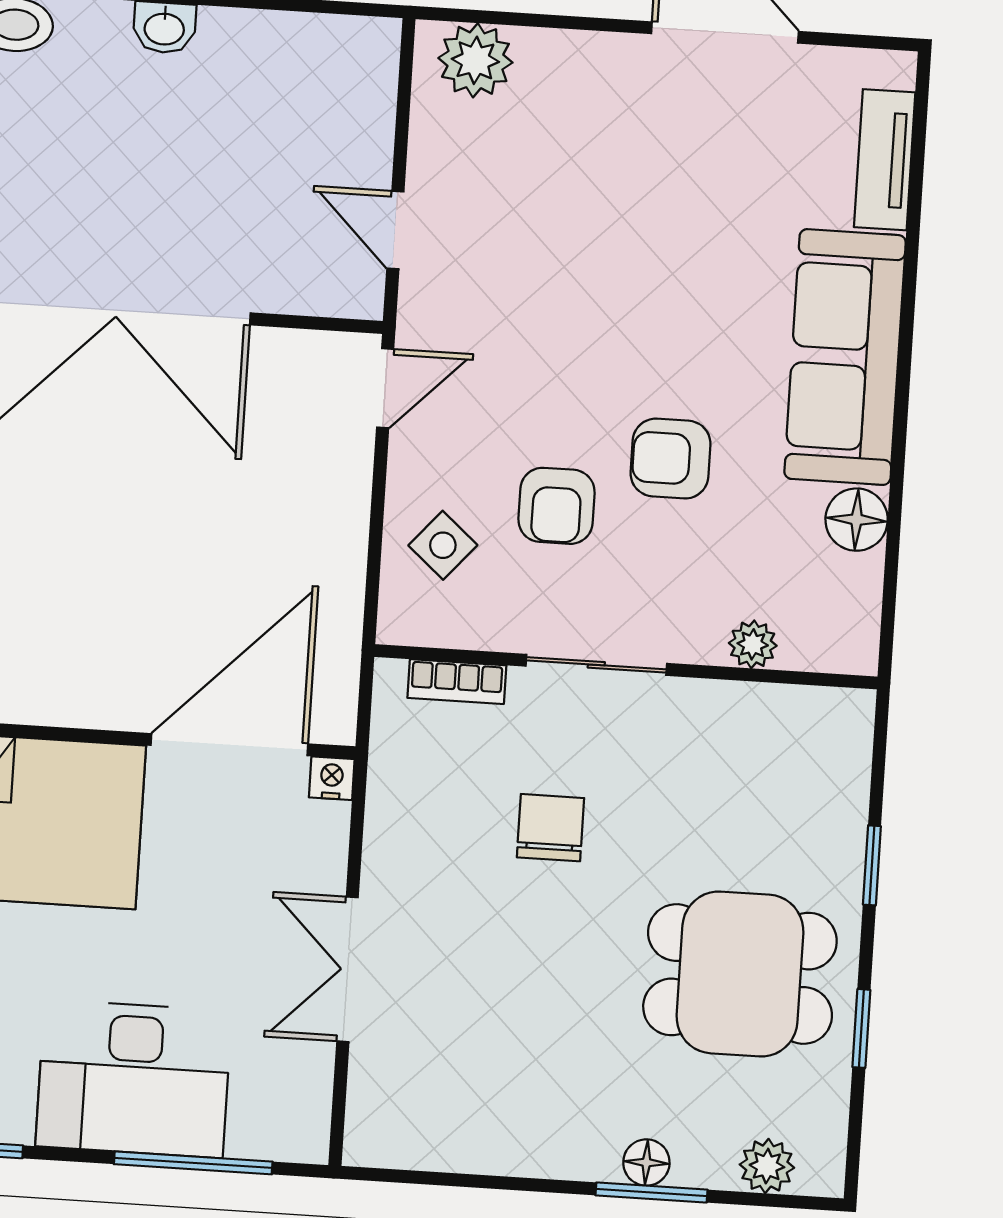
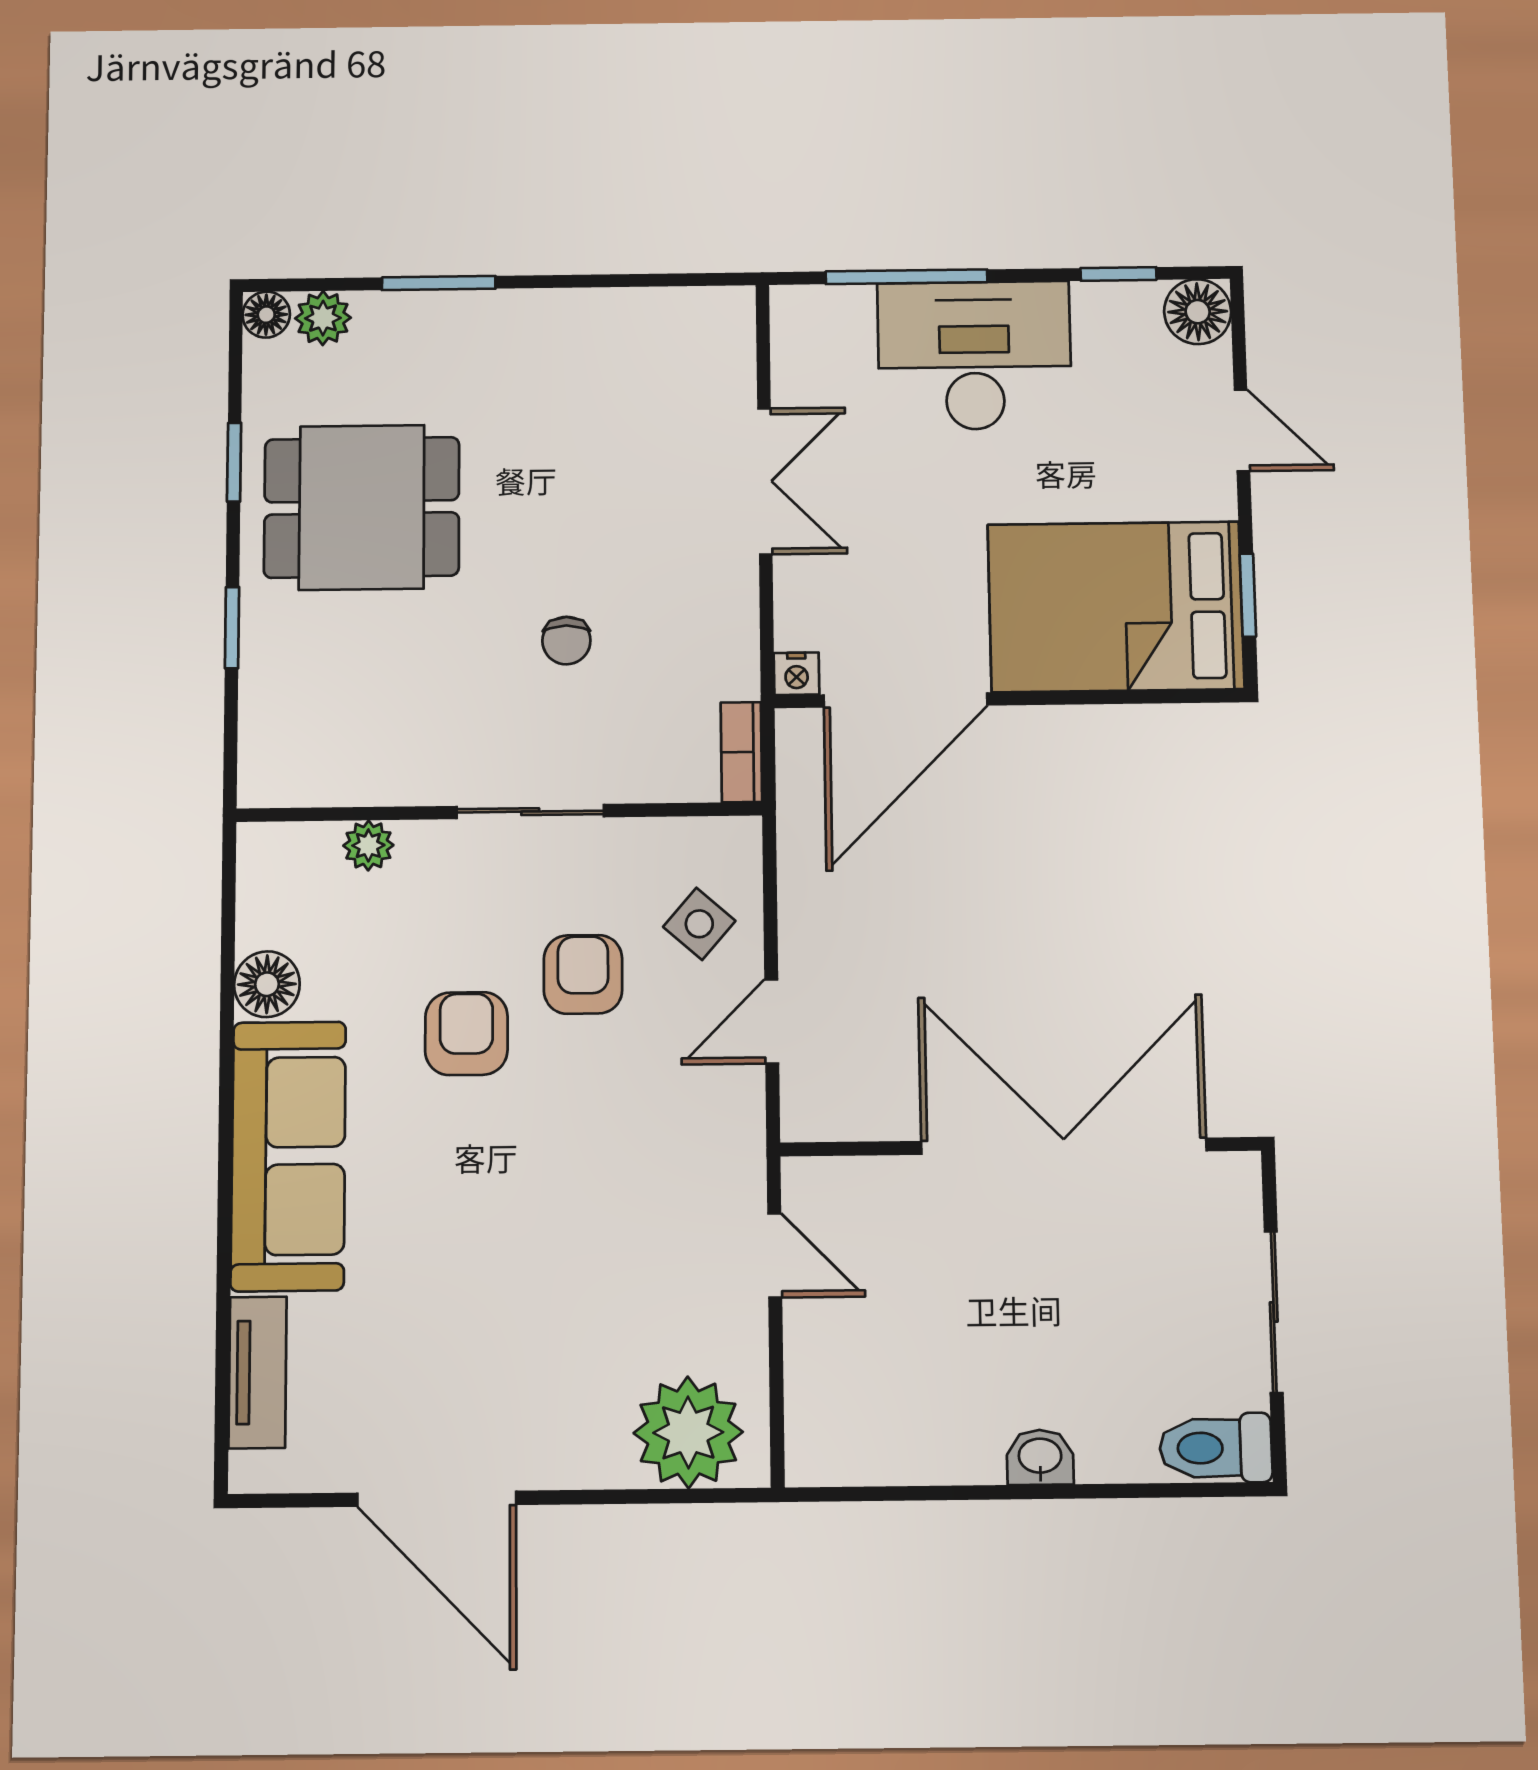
plant: (475, 60) -> (688, 1432), width x1.36, depth x1.36
door: (385, 388) -> (772, 1021), moved
armchair: (671, 459) -> (466, 1034), turned -90
bookcase: (457, 682) -> (741, 752), moved, turned -90
chair: (550, 828) -> (566, 641), width x0.73, depth x0.73
floor lamp: (646, 1162) -> (266, 315), moved

